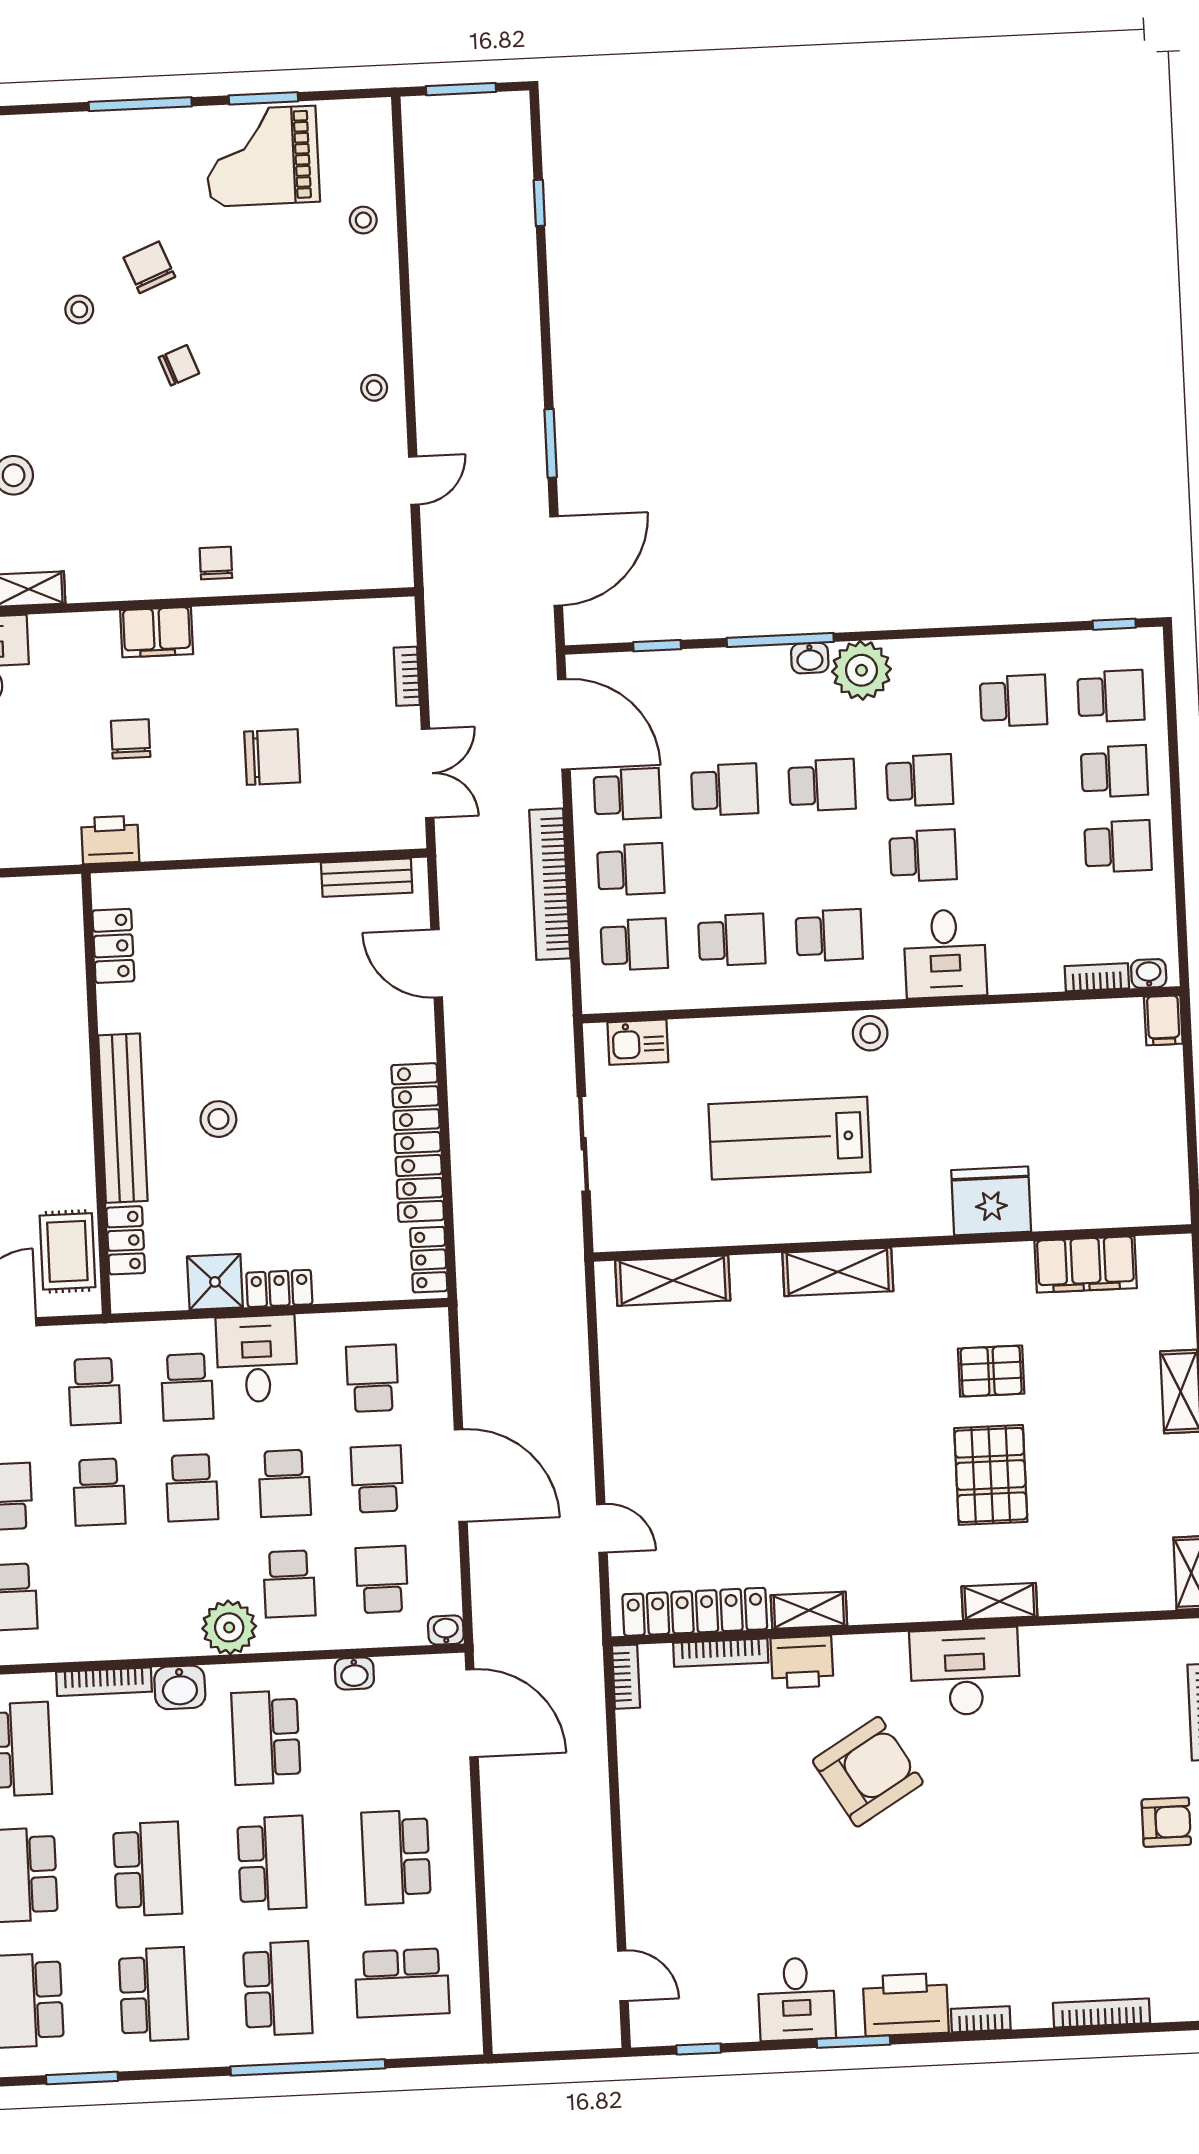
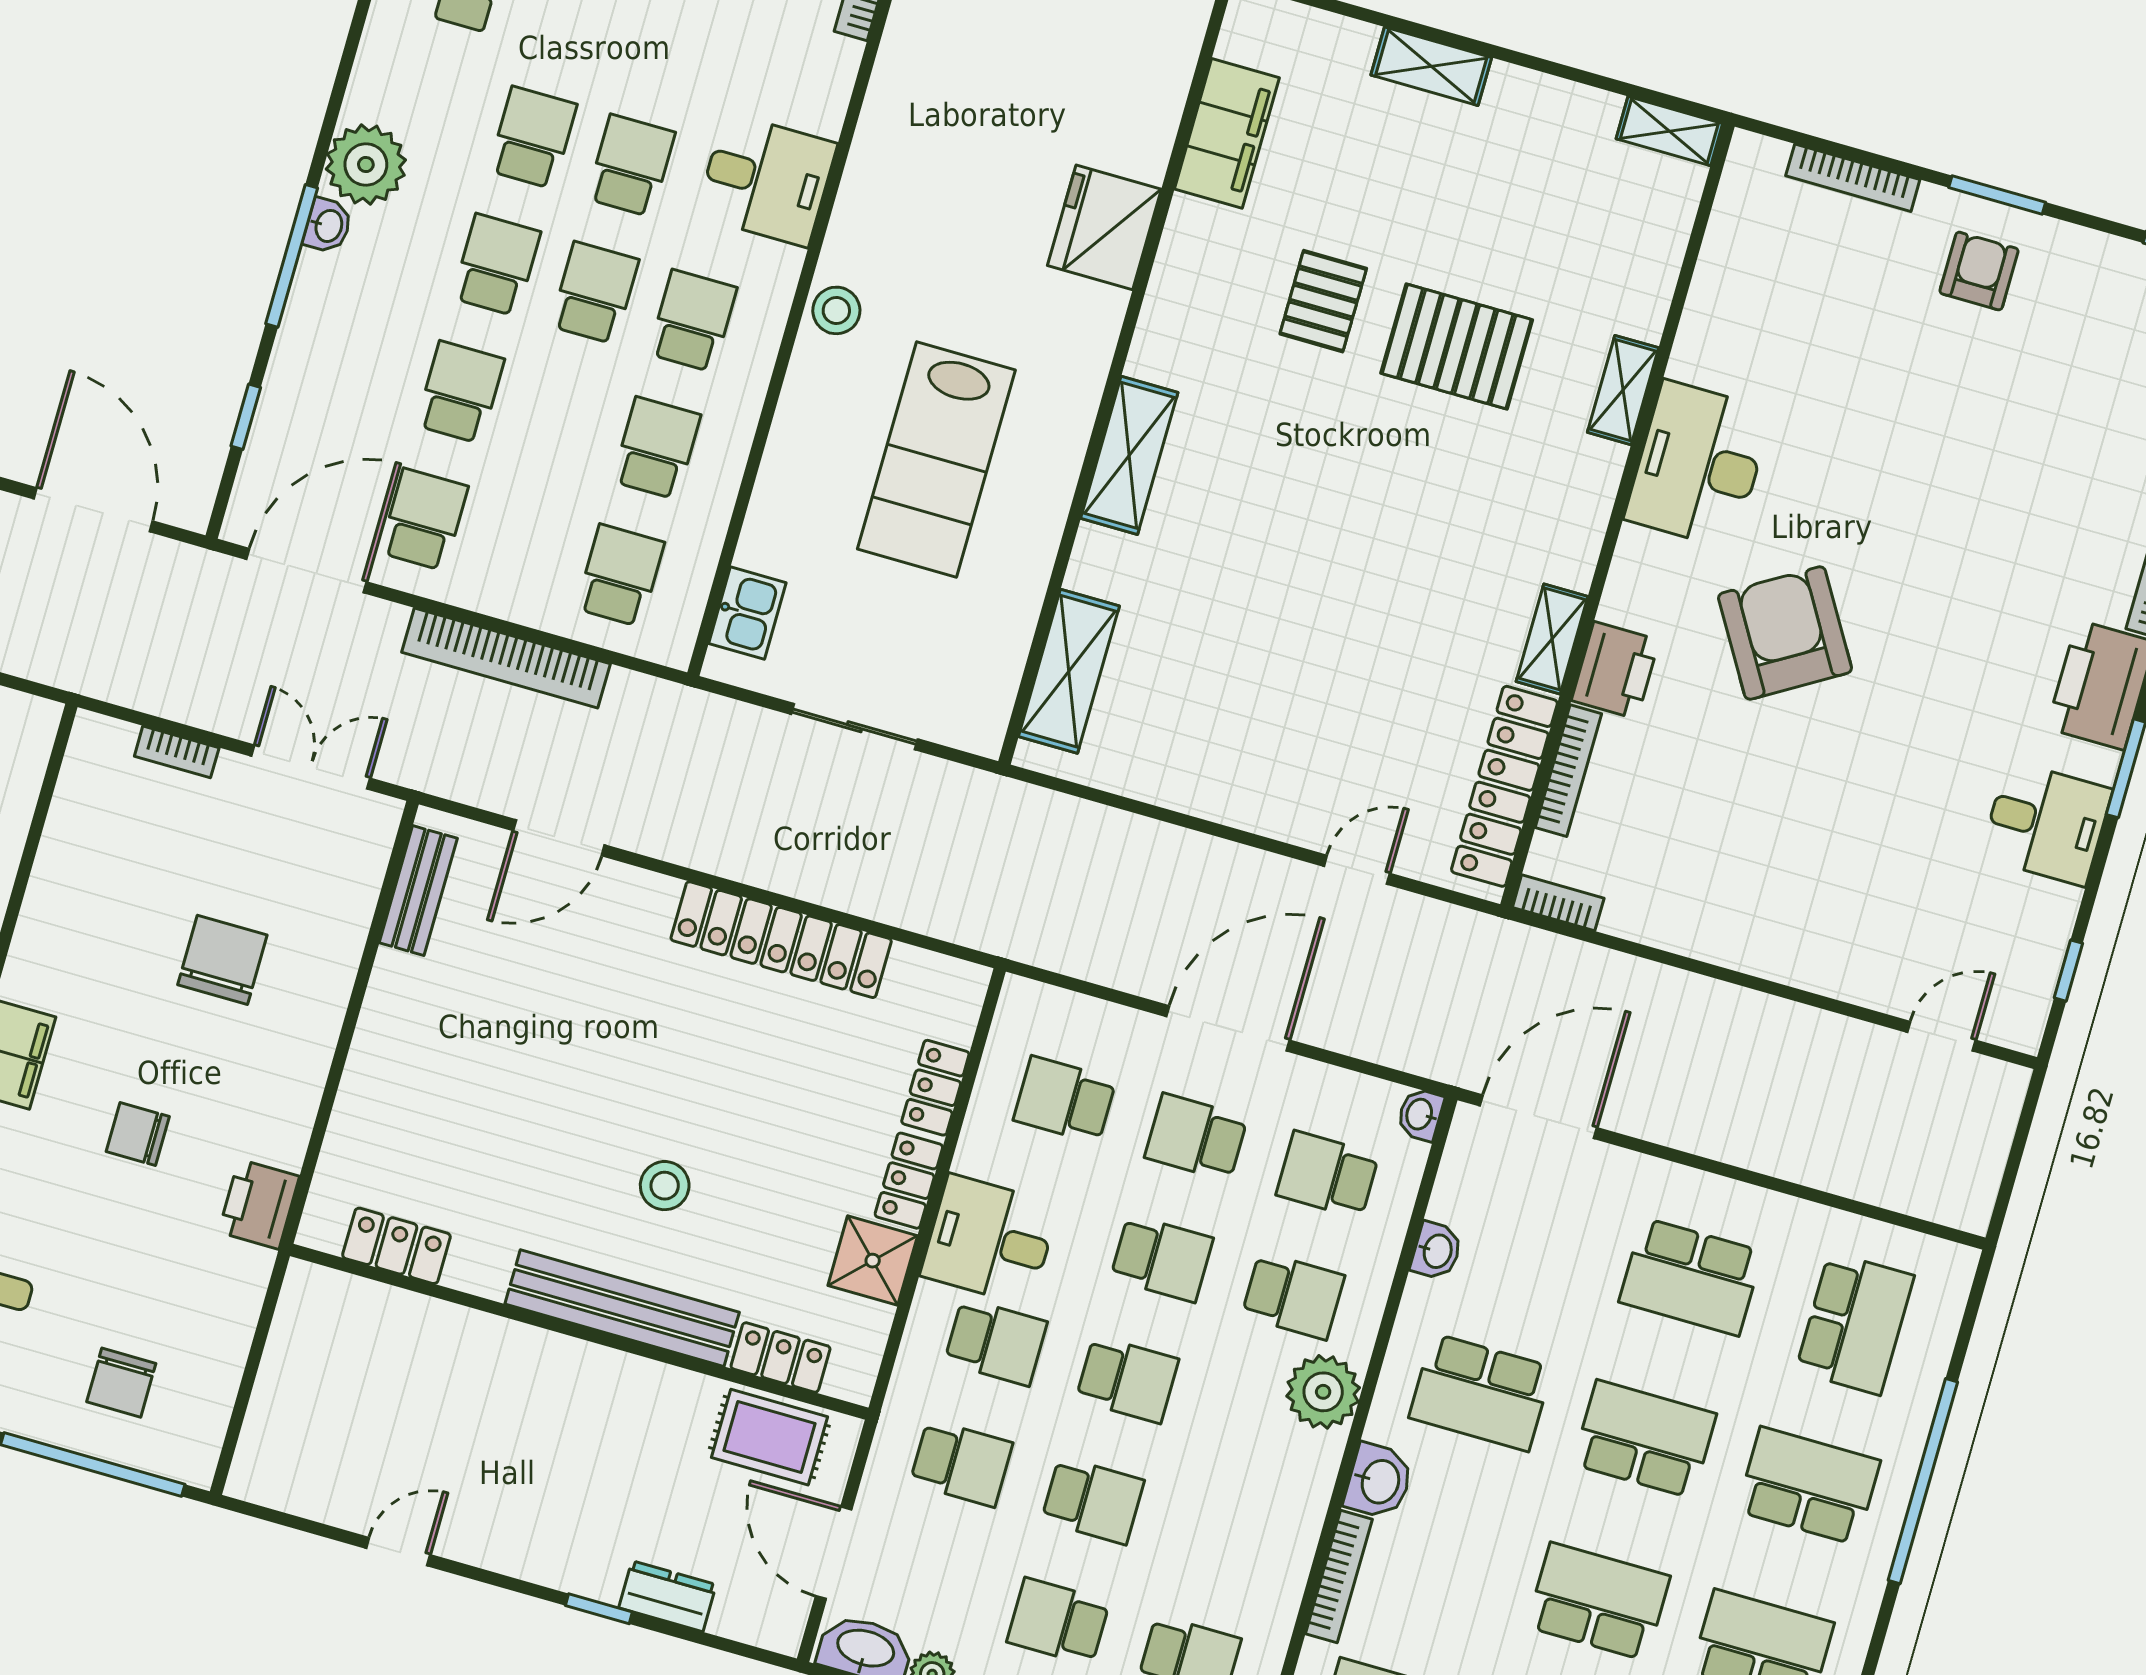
school desk: (631, 869) -> (595, 293), moved
locker: (429, 1260) -> (935, 1088), moved, turned 90

